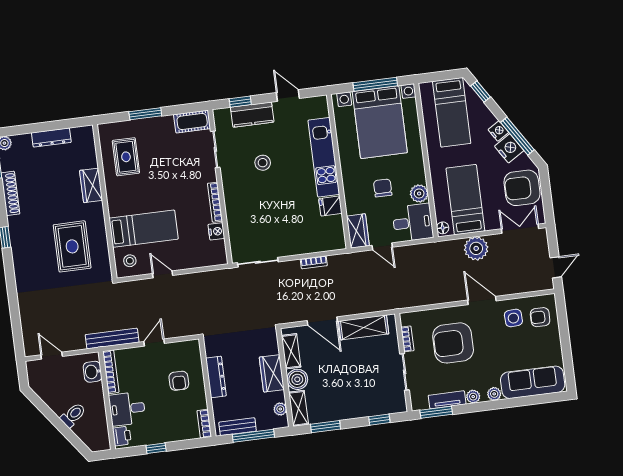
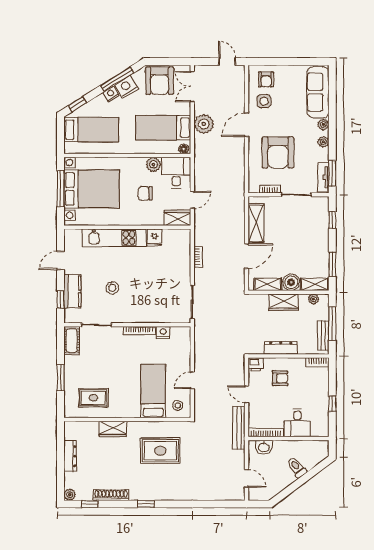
door: (52, 356) -> (247, 478), swing flipped
tv unit: (447, 400) -> (323, 177), moved
printer: (122, 436) -> (256, 364), moved, turned 180

